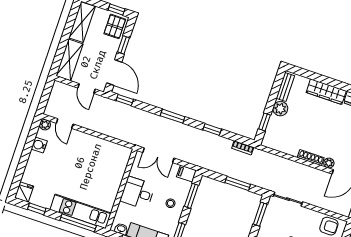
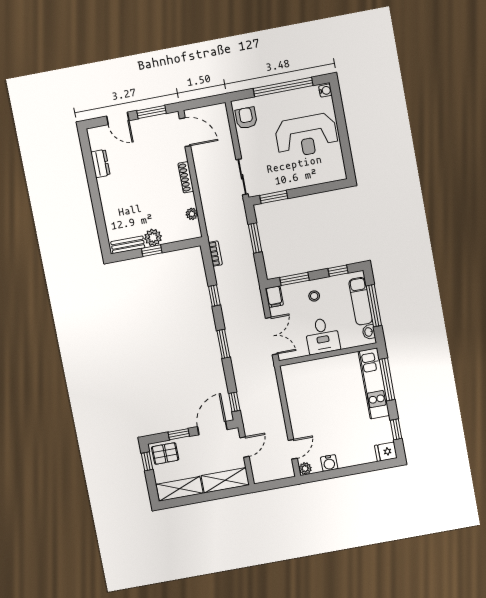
wardrobe: (326, 92) -> (109, 200), removed
window: (264, 122) -> (152, 251), moved
plant: (329, 163) -> (192, 214), moved

